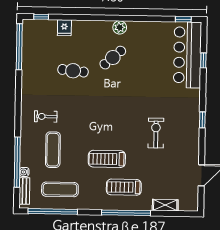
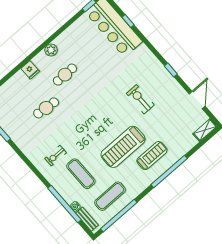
fridge: (64, 28) -> (30, 70), moved
cafe table: (113, 58) -> (65, 75), turned 41
window: (202, 120) -> (171, 70), moved
treadmill: (107, 159) -> (123, 147), width x1.37, depth x1.38
treadmill: (124, 187) -> (152, 156), turned 180
shelving: (165, 205) -> (205, 130), moved

